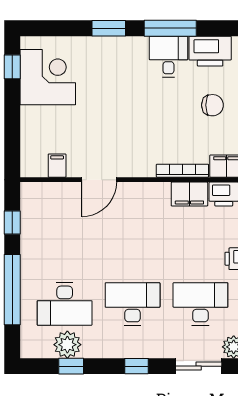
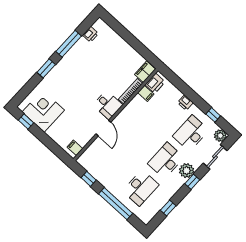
printer: (210, 51) -> (91, 34), width x0.53, depth x0.68
desk: (168, 57) -> (108, 105), moved, turned 180
chair: (212, 105) -> (115, 55), removed
filing cabinet: (57, 166) -> (75, 148), moved
filing cabinet: (189, 194) -> (146, 93), width x0.50
plant: (67, 345) -> (187, 171), moved

